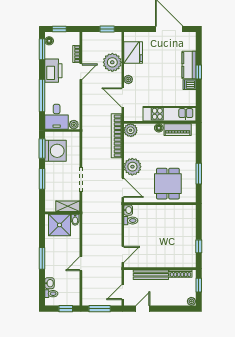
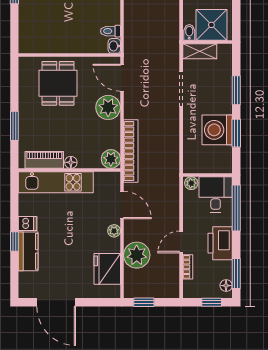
desk: (57, 117) -> (216, 194), moved
plant: (74, 125) -> (191, 183), moved
wall: (62, 130) -> (207, 175), moved
window: (199, 174) -> (14, 126), moved

